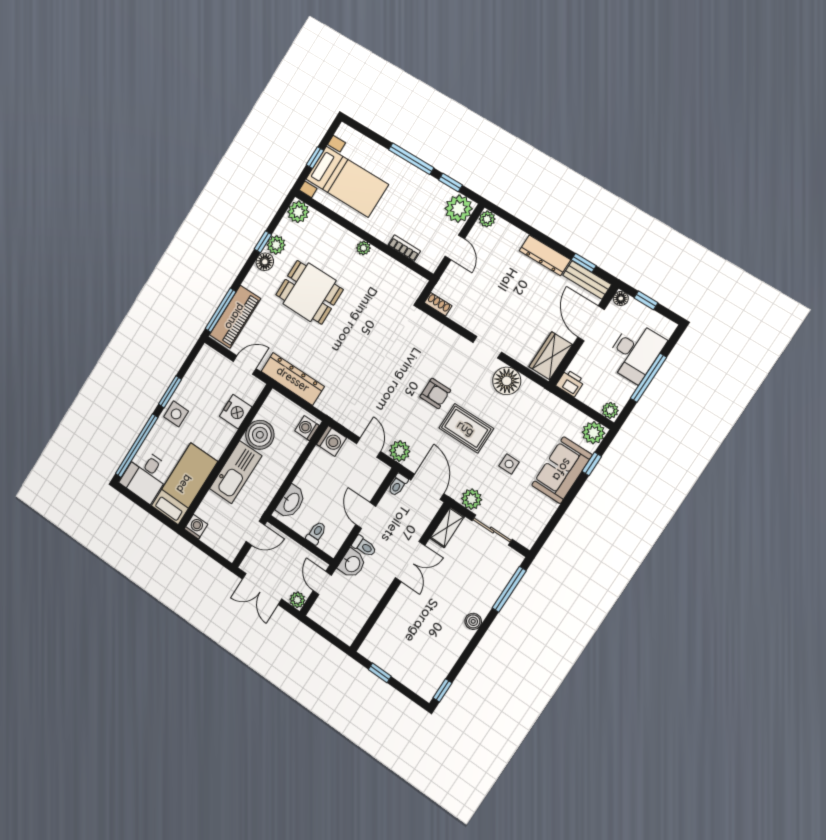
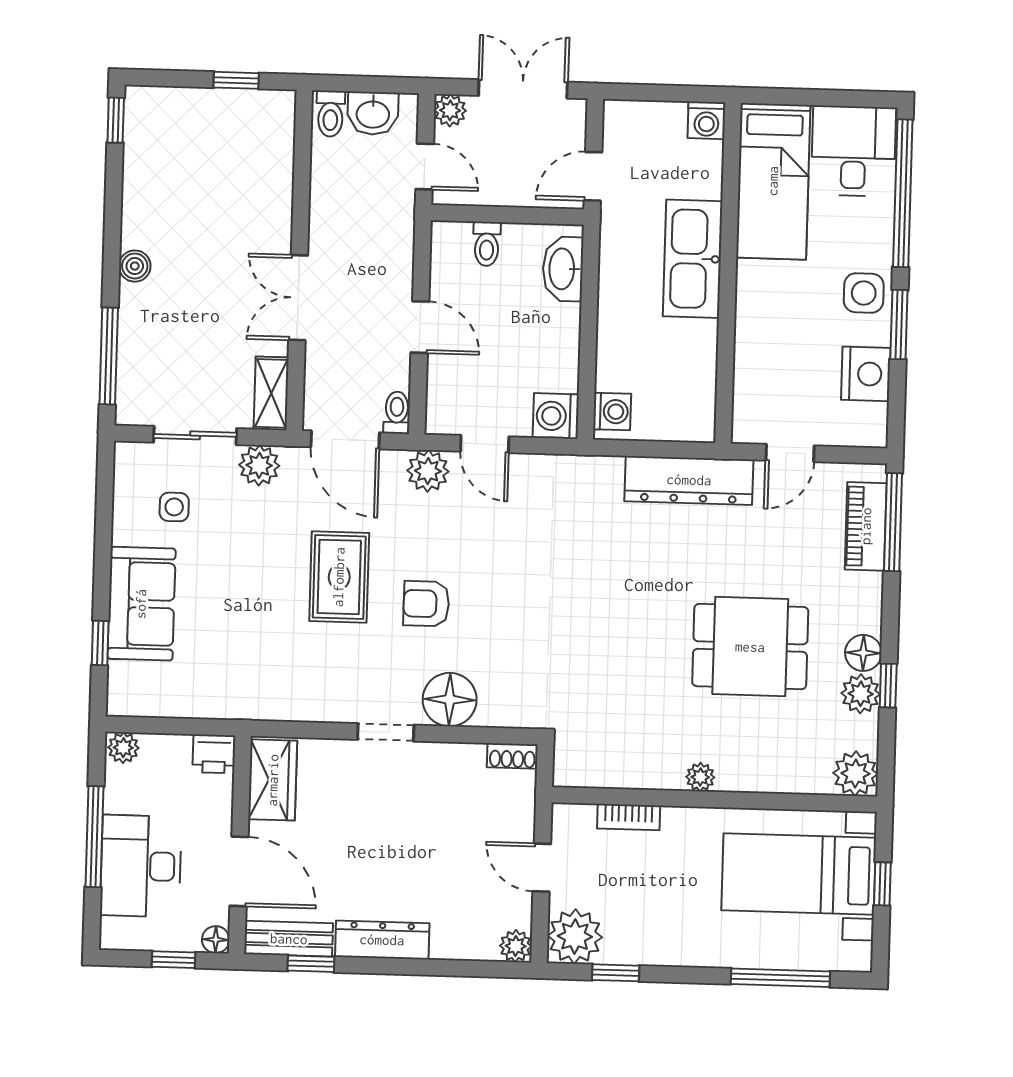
window: (411, 159) -> (780, 978), moved
piano: (235, 317) -> (866, 526), width x0.73, depth x0.75
floor lamp: (507, 381) -> (450, 700), moved
nightstand: (236, 412) -> (866, 374), moved, turned 180
rug: (466, 428) -> (339, 577), turned 90
plant: (593, 433) -> (128, 695), removed
boiler: (260, 435) -> (689, 350), removed
side table: (509, 464) -> (174, 507), moved
toilet: (364, 546) -> (330, 114), moved, turned -90
washbasin: (352, 564) -> (373, 113), moved, turned -90

